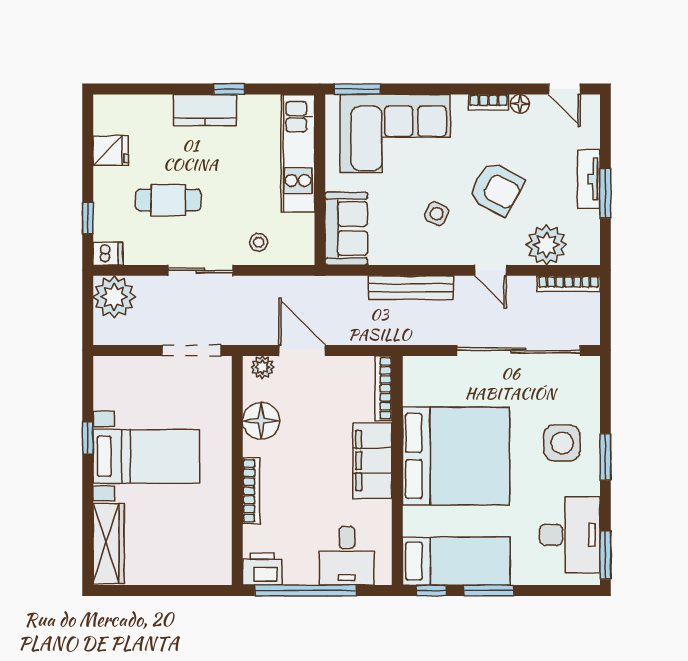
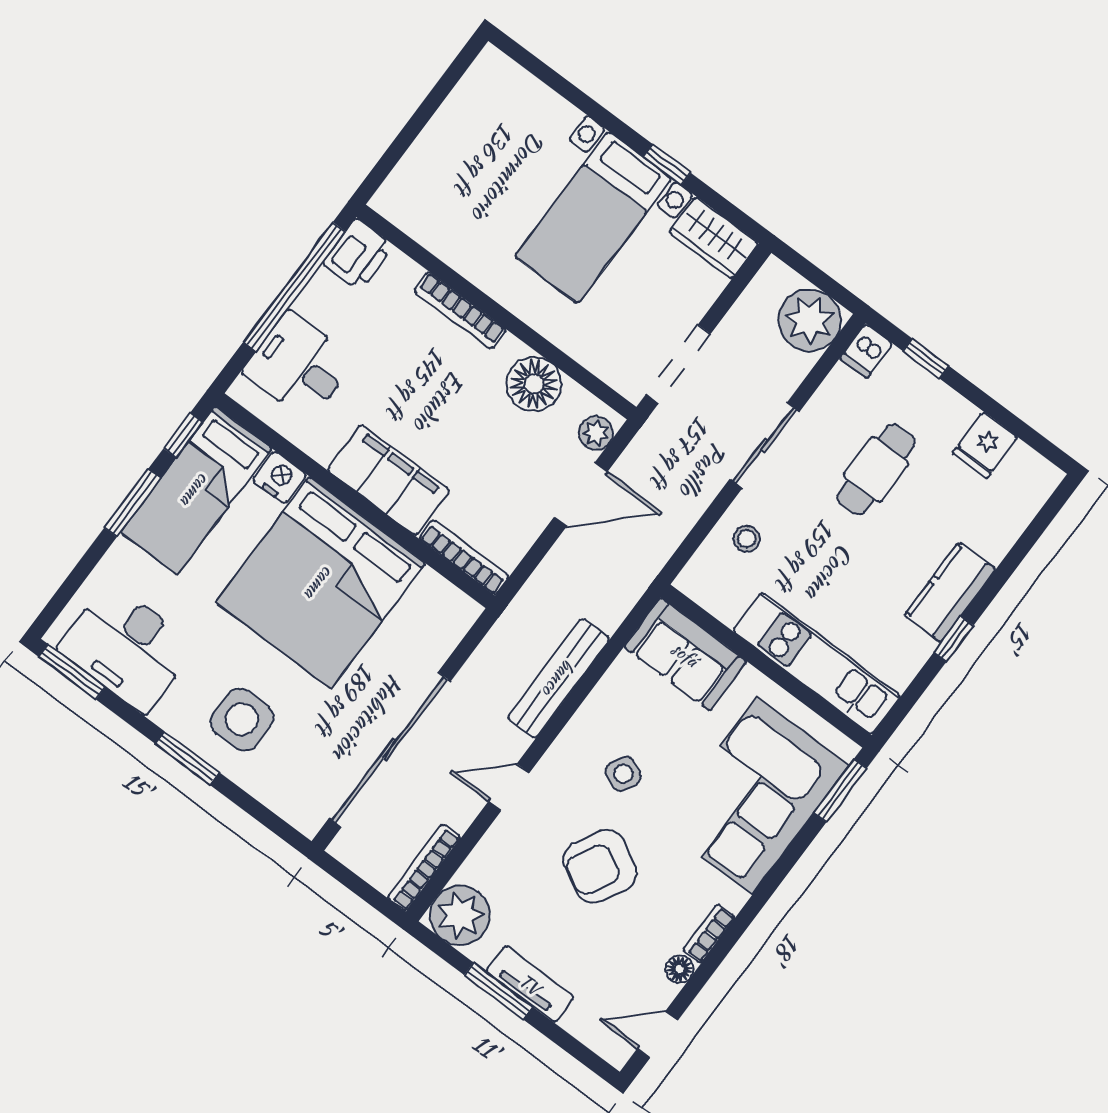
plant: (546, 245) -> (460, 915), moved
nightstand: (415, 521) -> (280, 477), added
wardrobe: (109, 543) -> (714, 238), moved, width x0.67

